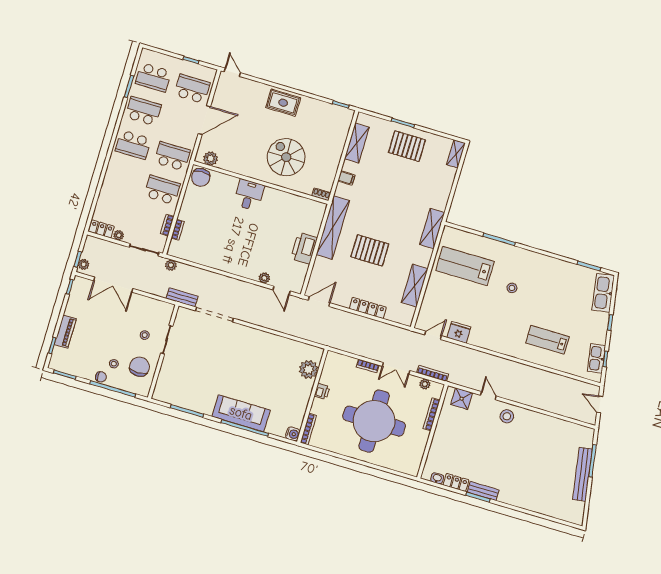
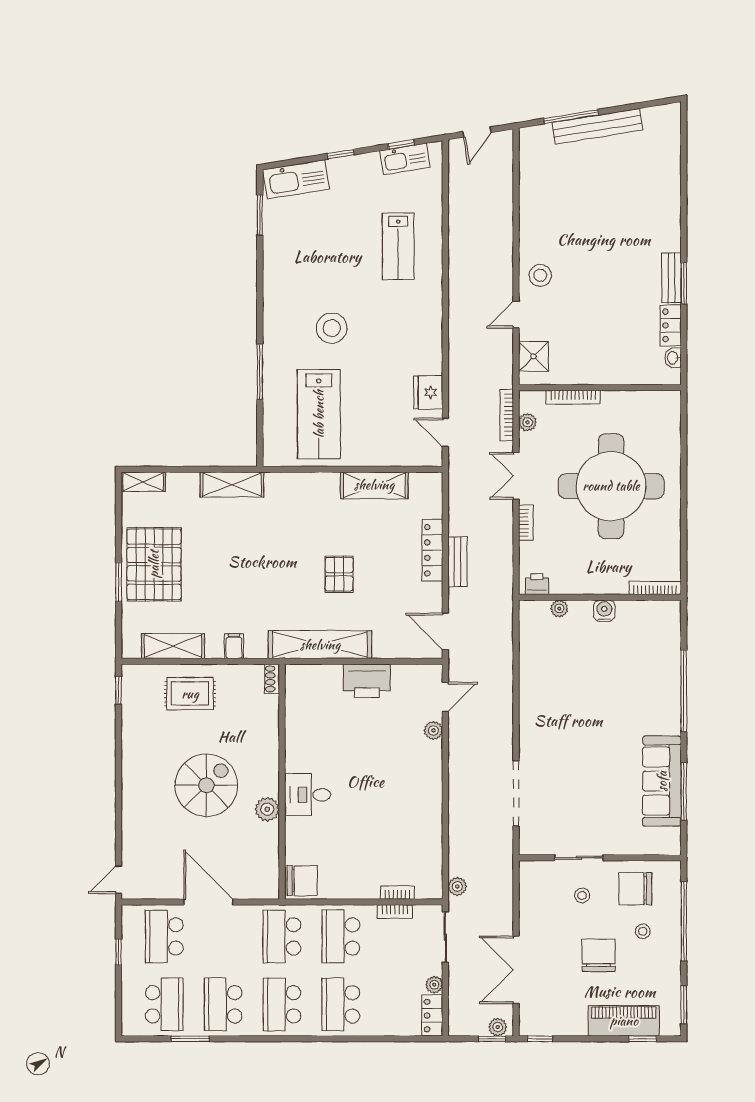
rug: (283, 103) -> (190, 694), moved, turned 90
school desk: (133, 145) -> (282, 1004), turned 180
pallet: (407, 146) -> (154, 564), width x1.37, depth x1.41
spiral stairs: (286, 157) -> (206, 785), moved, turned 180
plant: (211, 158) -> (267, 809), moved
school desk: (123, 178) -> (341, 1004), added
shelving: (432, 229) -> (232, 485), moved
pallet: (370, 250) -> (339, 574), width x0.67, depth x0.71
double door: (113, 285) -> (516, 970), swing flipped
stool: (512, 288) -> (332, 328), width x1.89, depth x1.89
bench: (182, 297) -> (458, 562), moved
piano: (65, 332) -> (624, 1021), width x1.37, depth x1.33
double door: (396, 368) -> (516, 476), swing flipped
plant: (309, 369) -> (559, 609), width x0.53, depth x0.53
chair: (101, 377) -> (599, 955), moved, width x1.87, depth x1.87
printer: (322, 391) -> (537, 584), moved
sofa: (241, 413) -> (662, 781), moved
water cooler: (293, 434) -> (604, 611), moved

